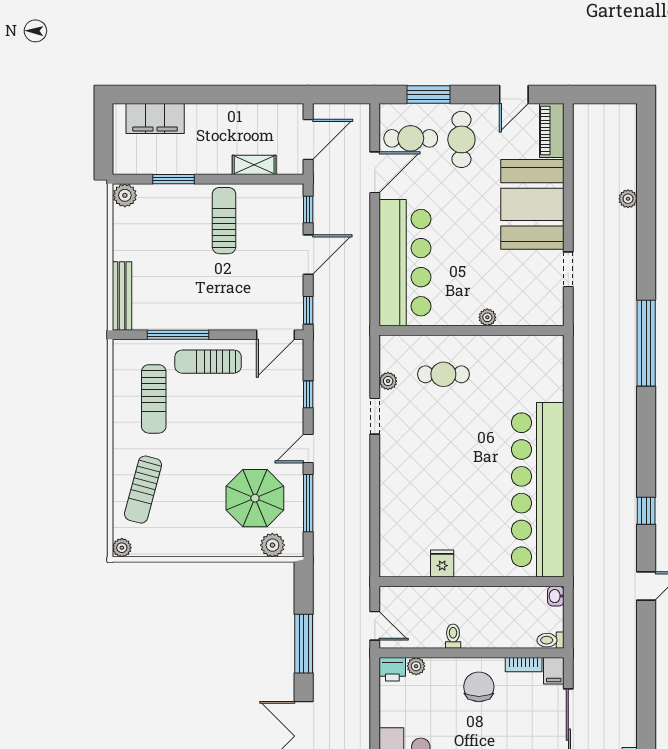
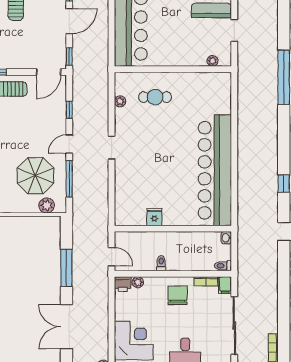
plant: (487, 317) -> (213, 61), moved
doorway: (375, 416) -> (112, 148), moved

